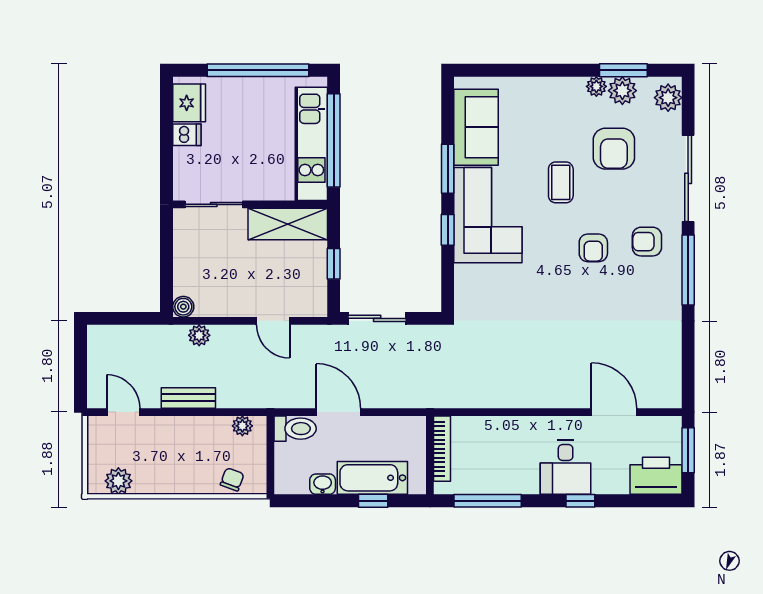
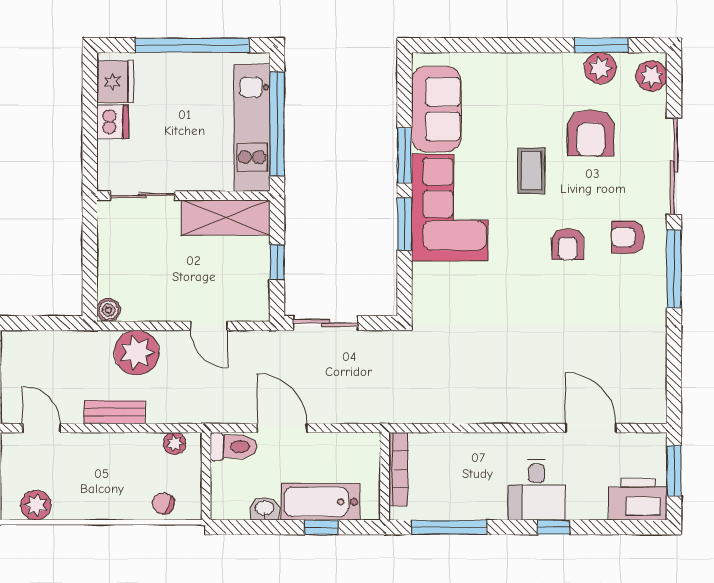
plant: (596, 86) -> (571, 63), removed
dishwasher: (187, 135) -> (113, 122), width x1.38
window: (448, 230) -> (405, 224), width x1.50
plant: (199, 335) -> (137, 353), width x1.87, depth x1.87
chair: (232, 479) -> (163, 504), turned -84

